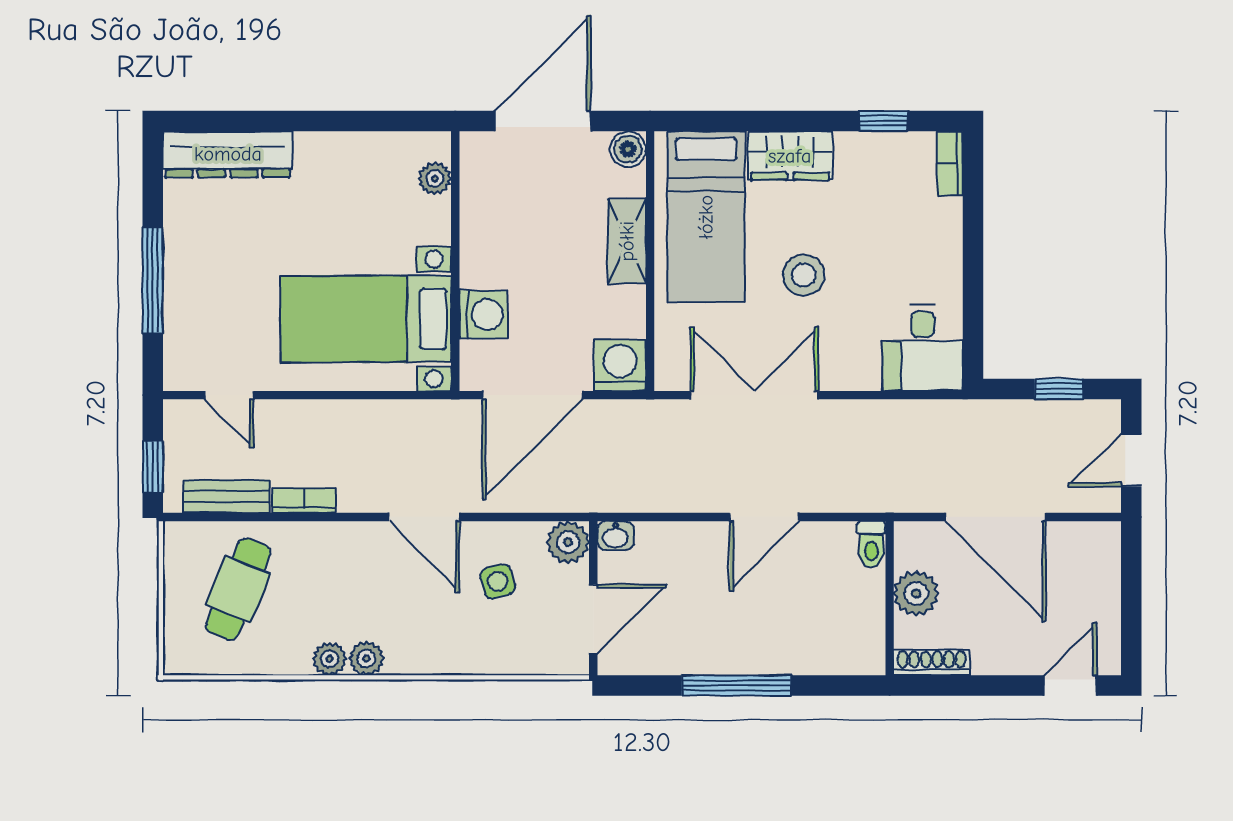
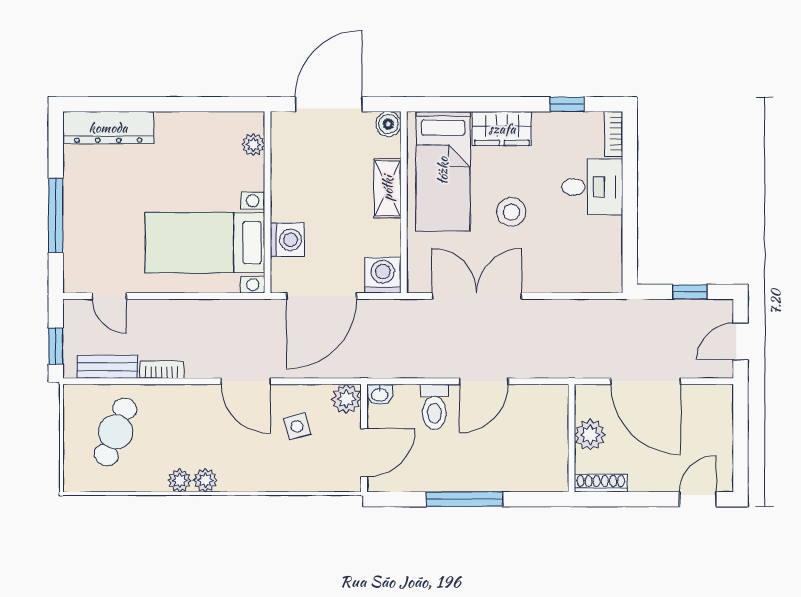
desk: (923, 348) -> (592, 187), moved, turned -90
toilet: (871, 544) -> (434, 407), moved, width x1.37, depth x1.39

